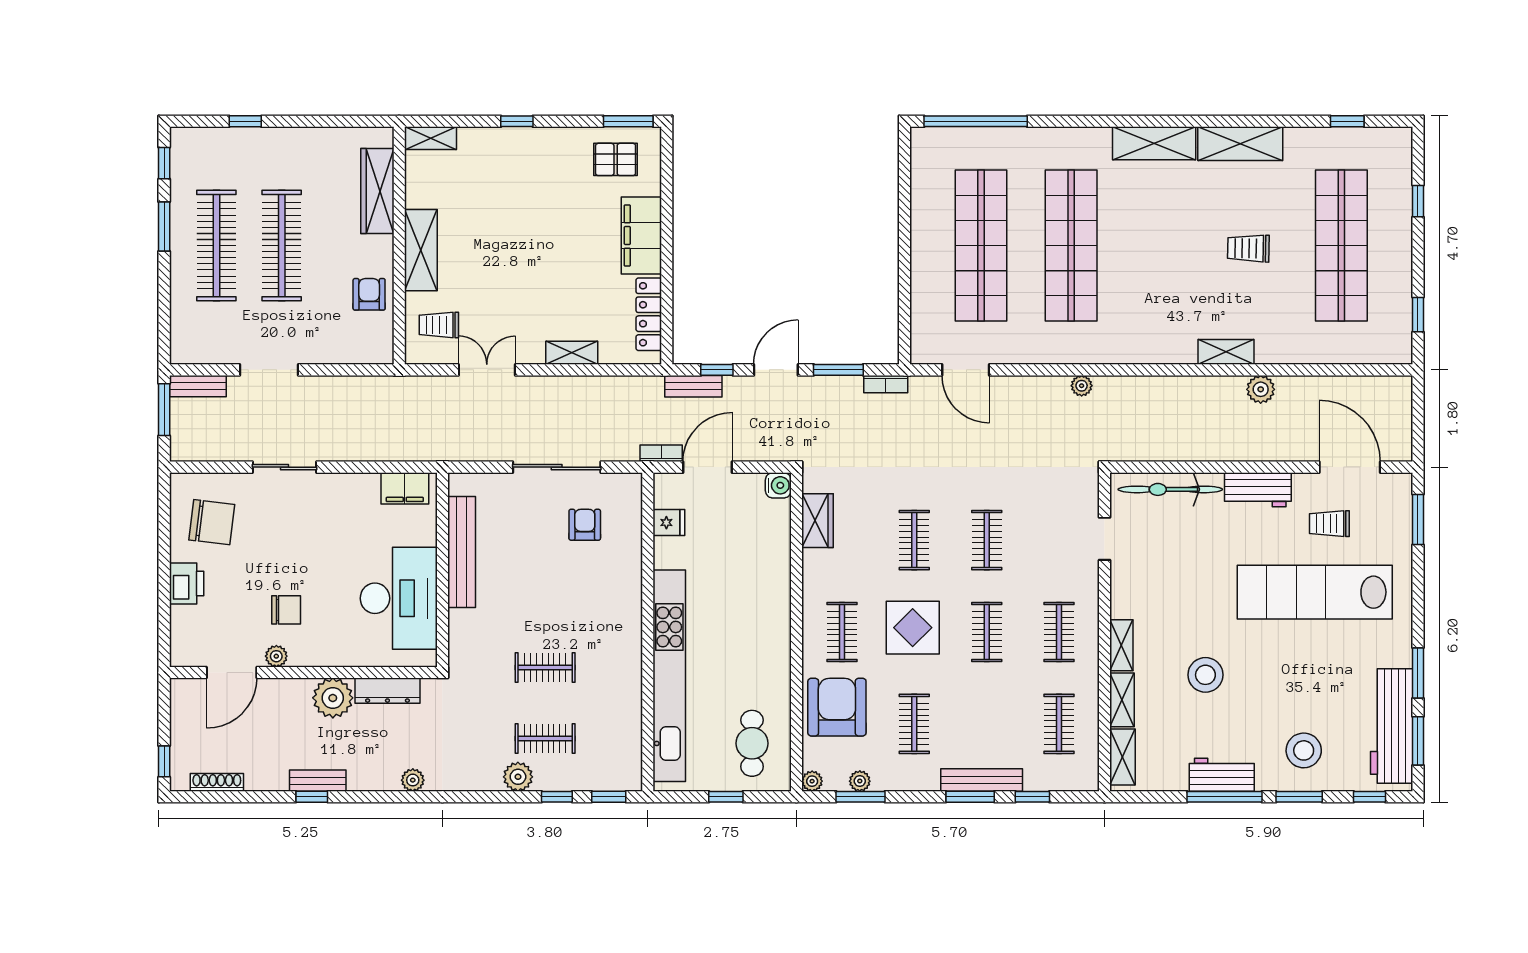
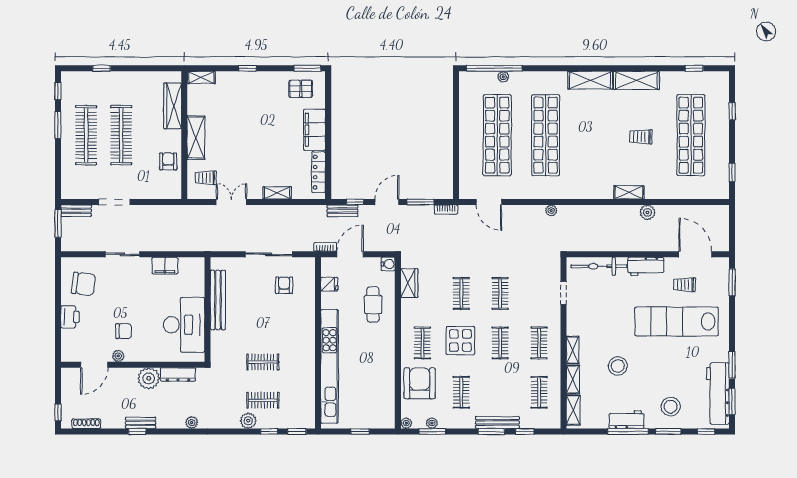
plant: (992, 137) -> (503, 77), added
filing cabinet: (405, 488) -> (165, 266), moved
cafe table: (752, 743) -> (373, 304), moved

